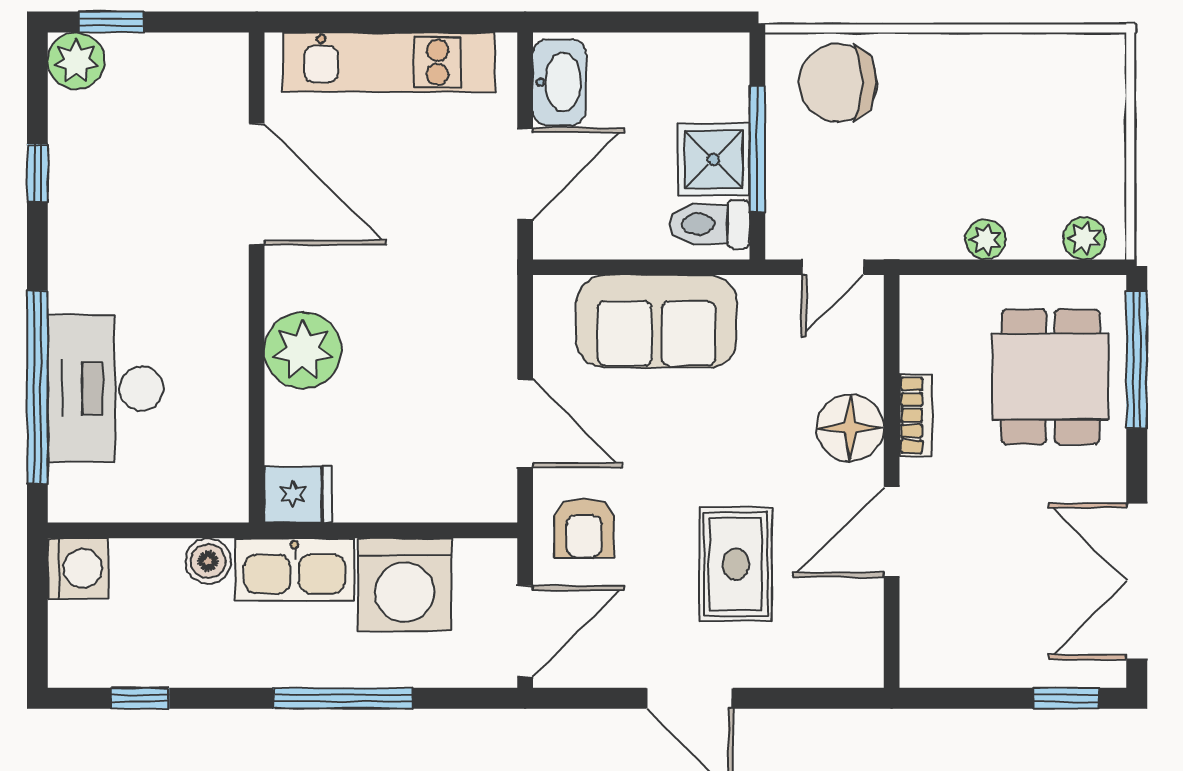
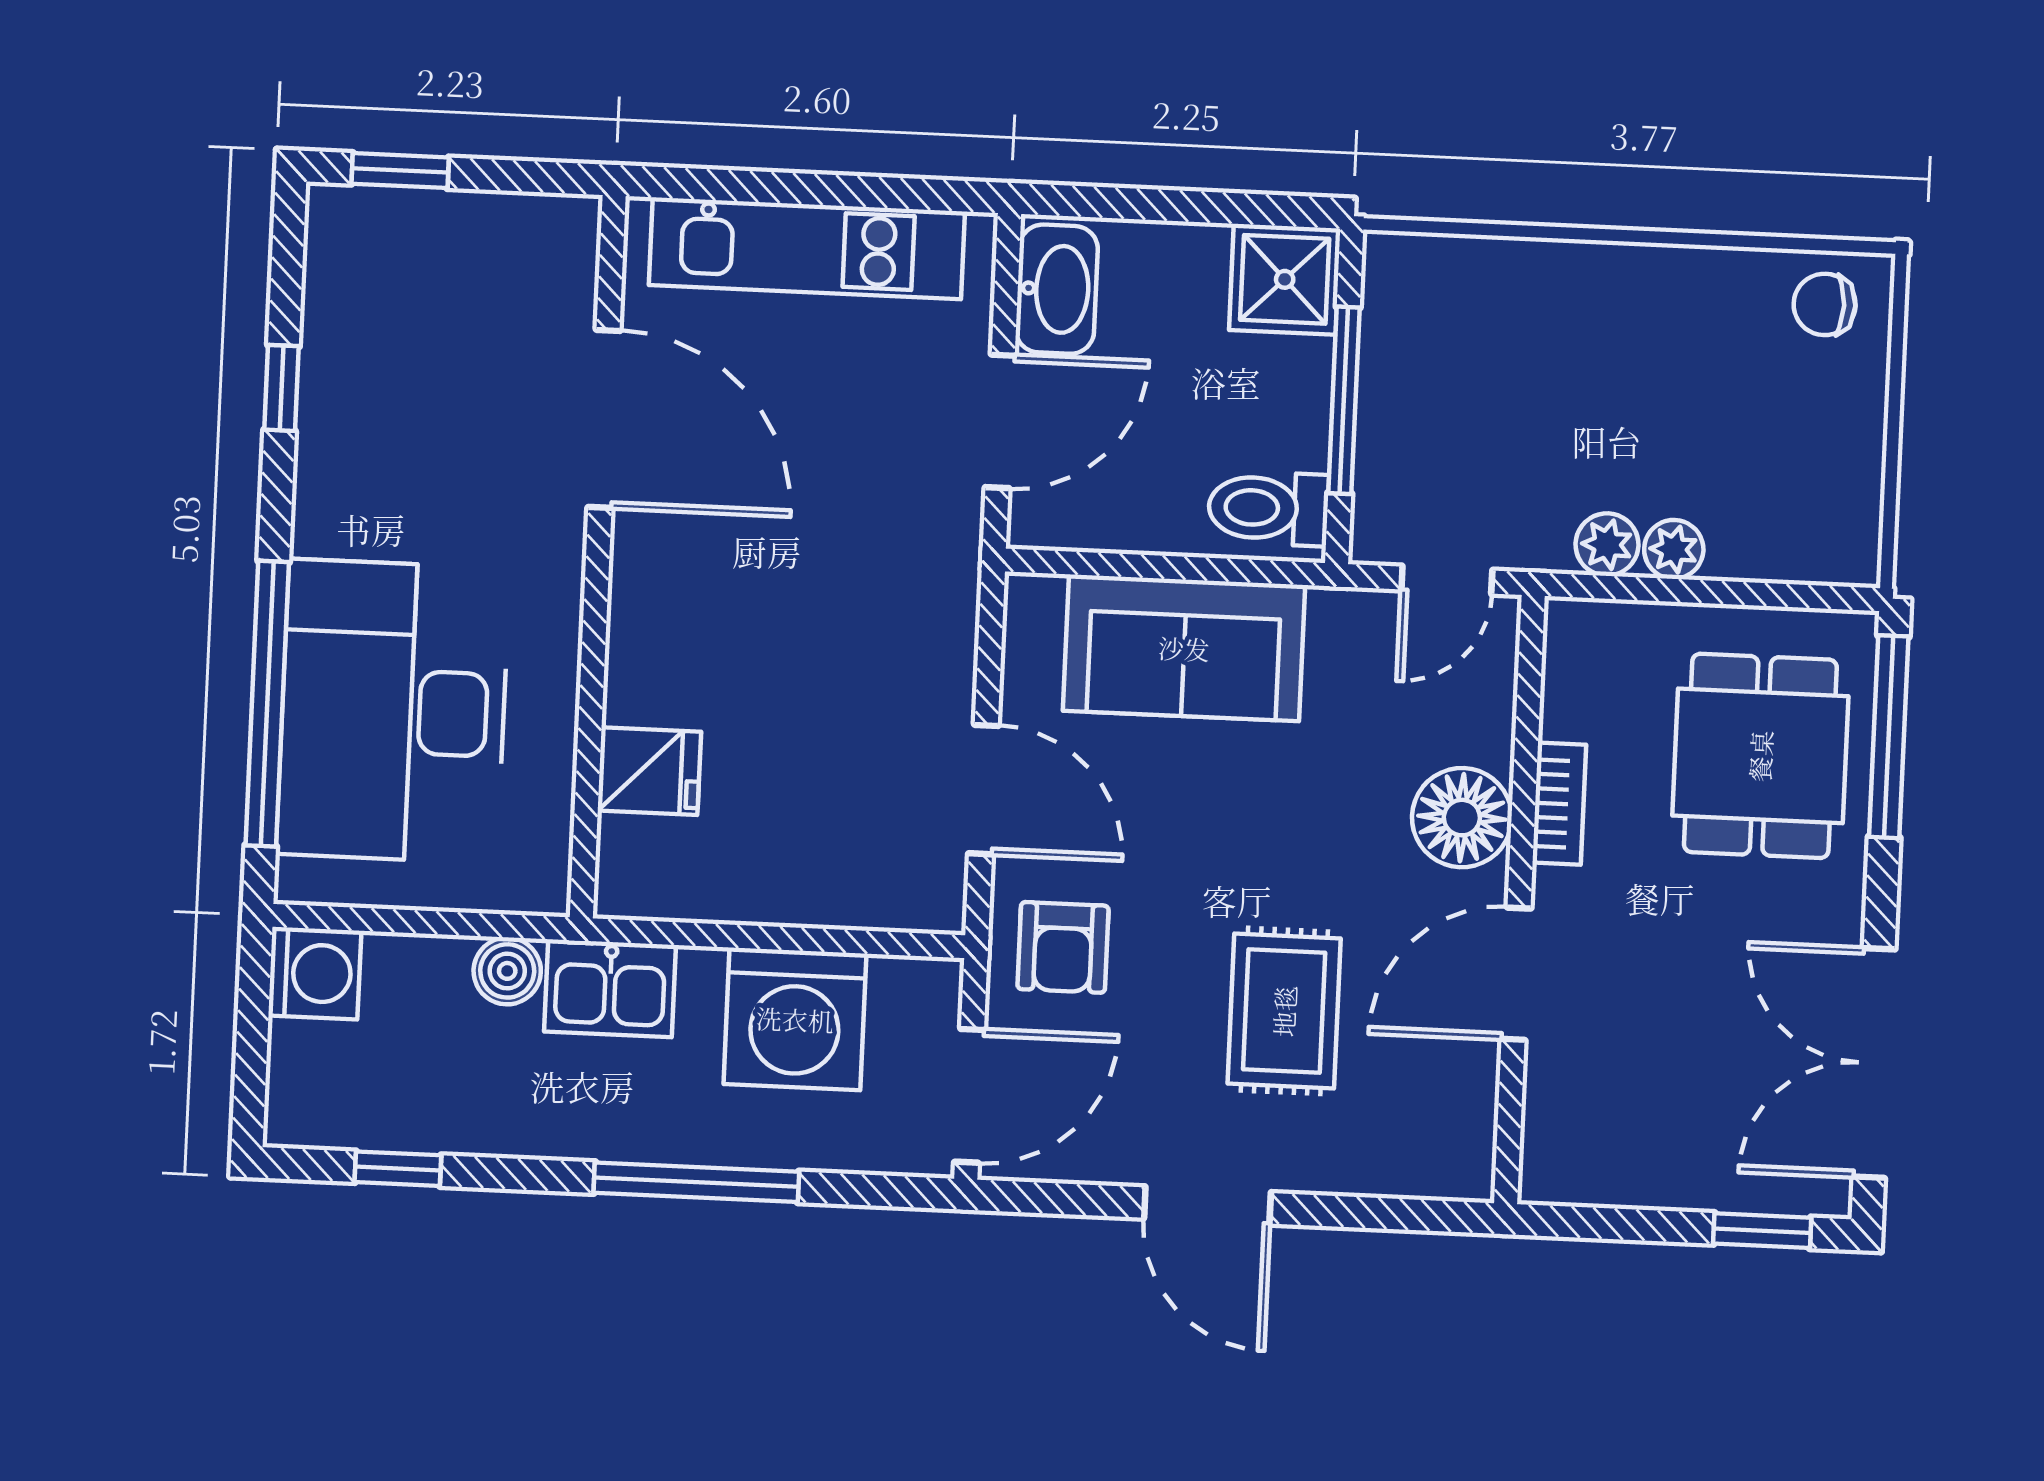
plant: (76, 61) -> (346, 225), removed
chair: (838, 83) -> (1825, 304), moved, width x0.54, depth x0.54
shower: (714, 159) -> (1285, 279), moved
plant: (1084, 238) -> (1607, 544), moved
plant: (303, 350) -> (661, 667), removed
desk: (105, 389) -> (393, 711), width x1.36, depth x1.30
fridge: (298, 494) -> (649, 771), moved
kitchen sink: (295, 570) -> (610, 988), width x0.73

